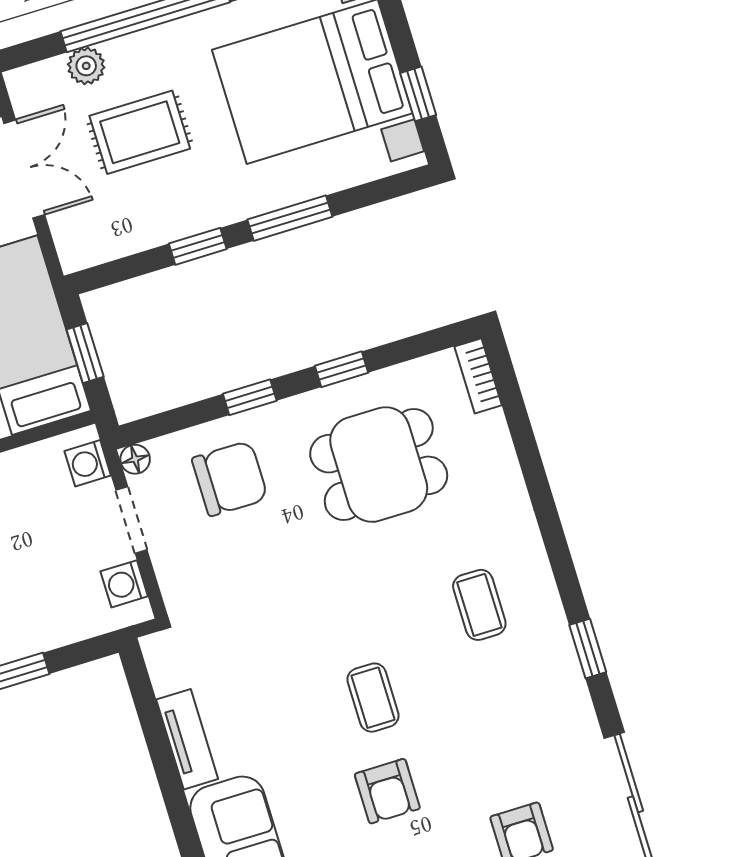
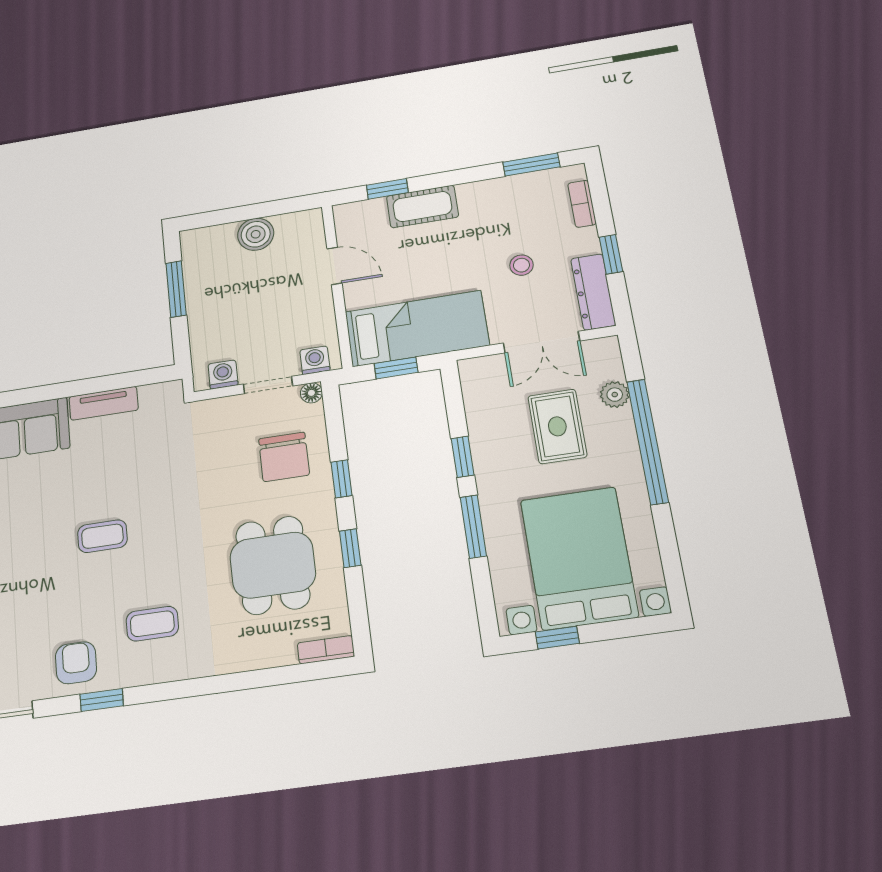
armchair: (387, 791) -> (76, 663), moved, turned 90

